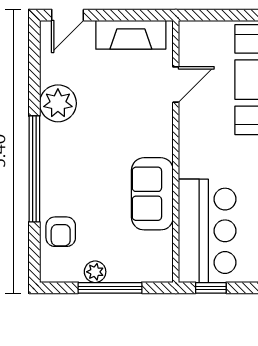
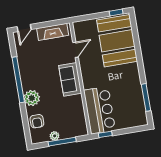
plant: (58, 103) -> (32, 98), moved
window: (34, 169) -> (18, 80), moved
sofa: (152, 194) -> (70, 79), moved

